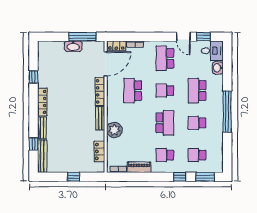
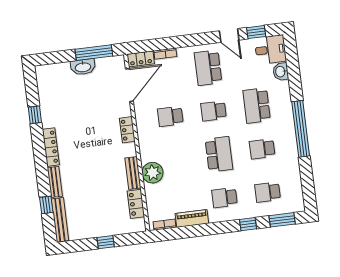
locker: (100, 91) -> (127, 130), width x0.66
school desk: (133, 91) -> (170, 116), width x0.54
bench: (100, 118) -> (133, 173), moved

